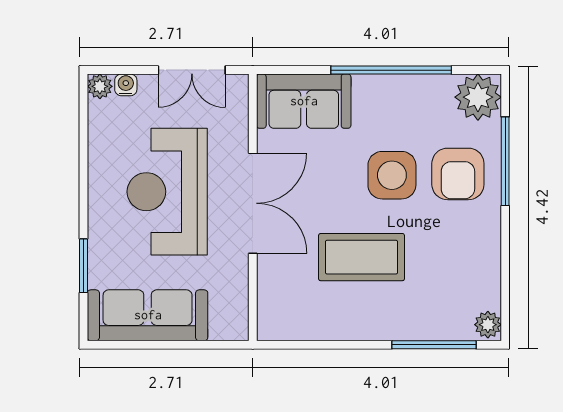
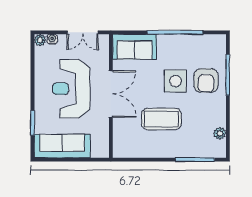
plant: (478, 97) -> (215, 45), removed
plant: (488, 325) -> (220, 133), moved

